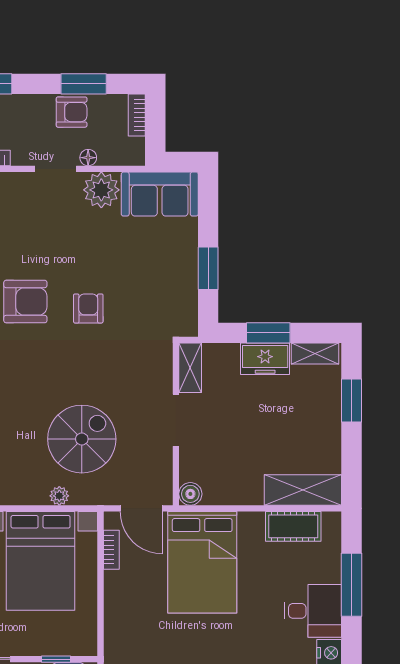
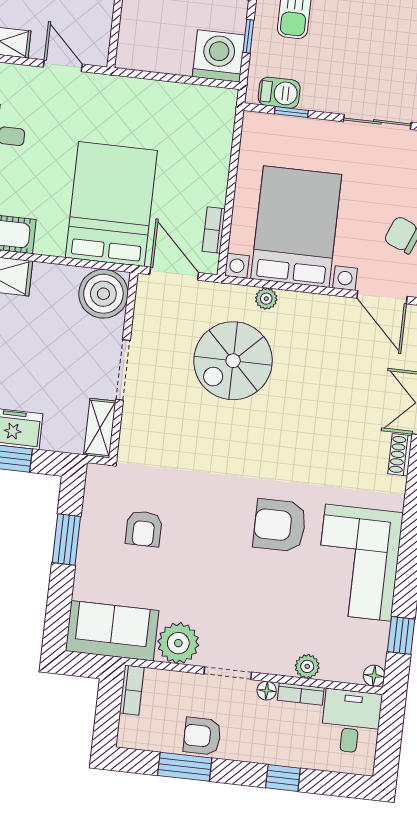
bookcase: (137, 115) -> (132, 690), moved
floor lamp: (88, 158) -> (267, 691), moved
armchair: (88, 308) -> (144, 529), moved
boiler: (190, 494) -> (103, 294), width x1.86, depth x1.86

